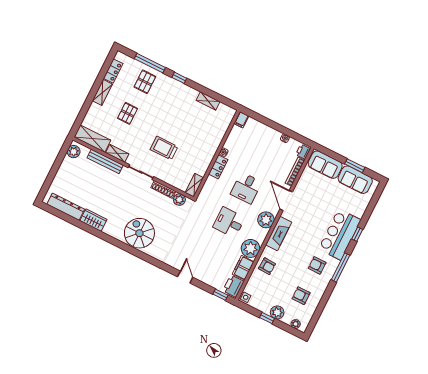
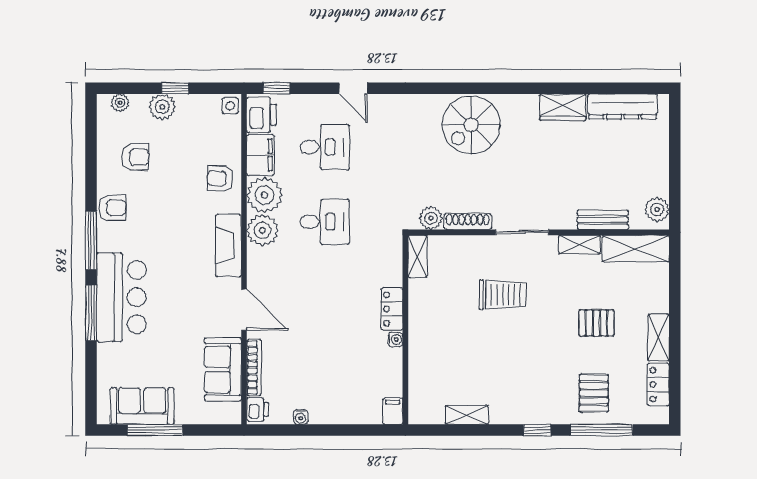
pallet: (127, 113) -> (596, 323), turned 90
bench: (105, 161) -> (603, 220), width x0.73
sofa: (325, 165) -> (223, 369), moved, turned -90
window: (355, 166) -> (155, 430), width x1.44
desk: (246, 188) -> (325, 147), moved, turned 90
plant: (266, 220) -> (262, 230), moved
spiral stairs: (139, 233) -> (471, 125), turned 90
window: (357, 234) -> (91, 313), width x2.17
armchair: (317, 265) -> (112, 208), moved

